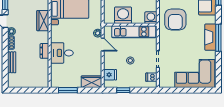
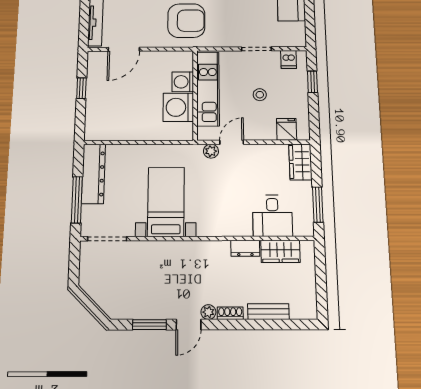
washing machine: (151, 18) -> (183, 82), moved
wardrobe: (43, 21) -> (280, 251), moved
desk: (62, 53) -> (272, 216), moved
window: (123, 90) -> (312, 82), moved

